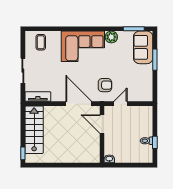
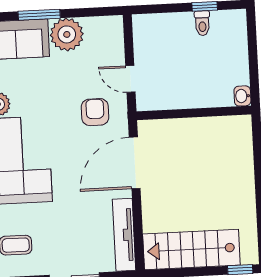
plant: (144, 73) -> (67, 34), added
tv unit: (38, 96) -> (124, 235), width x1.41
door: (102, 124) -> (173, 114), removed

